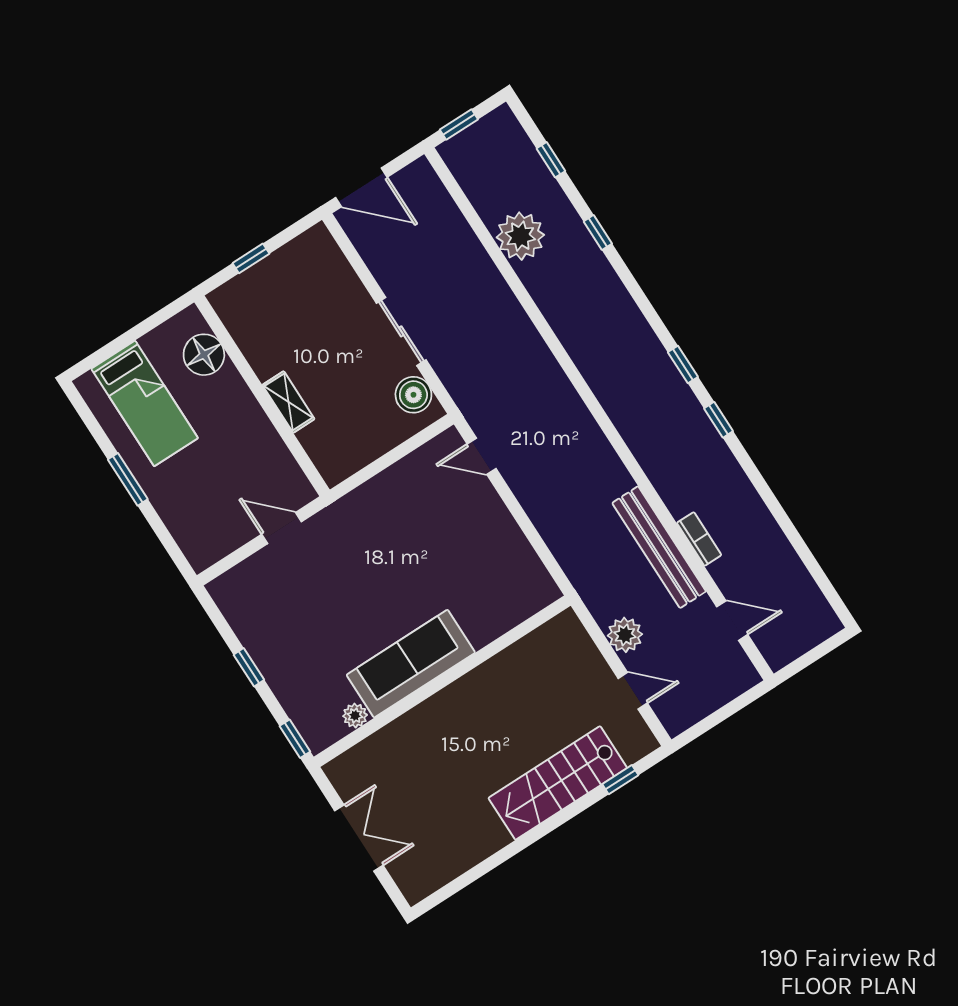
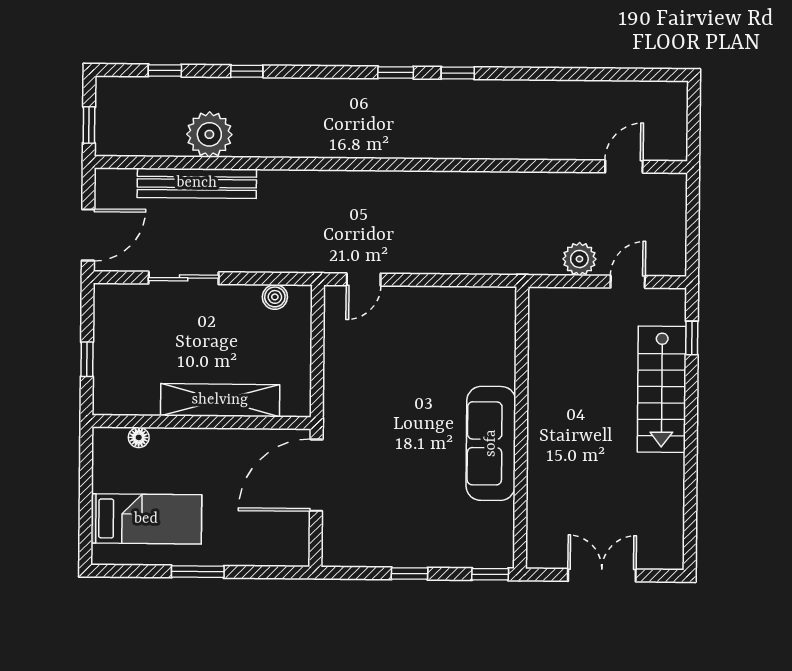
sliding door: (401, 331) -> (184, 278), moved
floor lamp: (204, 355) -> (139, 437), width x0.53, depth x0.53
boiler: (413, 395) -> (275, 297), width x0.73, depth x0.73
shelving: (288, 402) -> (220, 400), width x2.20, depth x1.33
door: (282, 528) -> (316, 475), width x1.88
bookcase: (699, 539) -> (542, 150), removed
bench: (659, 547) -> (197, 183), moved
plant: (355, 716) -> (503, 515), removed

